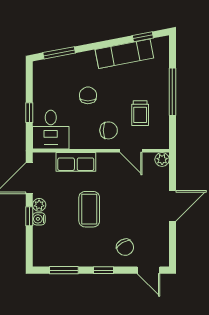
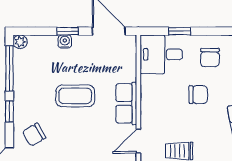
chair: (109, 130) -> (210, 57), moved
row of seats: (76, 162) -> (126, 103), moved
plant: (39, 205) -> (20, 42), moved
window: (64, 270) -> (9, 69), width x1.44

